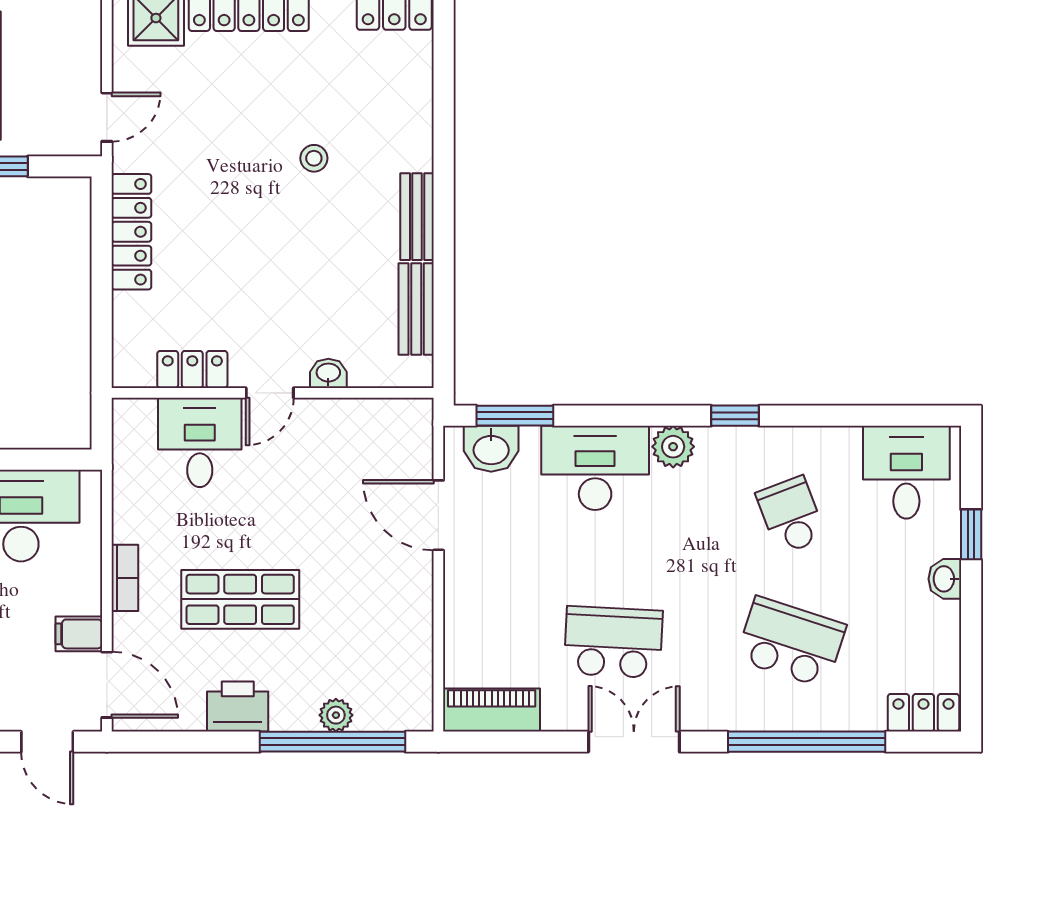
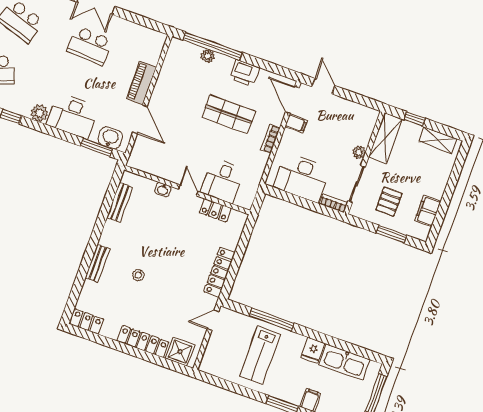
bench: (417, 217) -> (97, 263), moved
door: (270, 393) -> (188, 190), hinge flipped
piano: (492, 710) -> (141, 83), moved, turned 90

